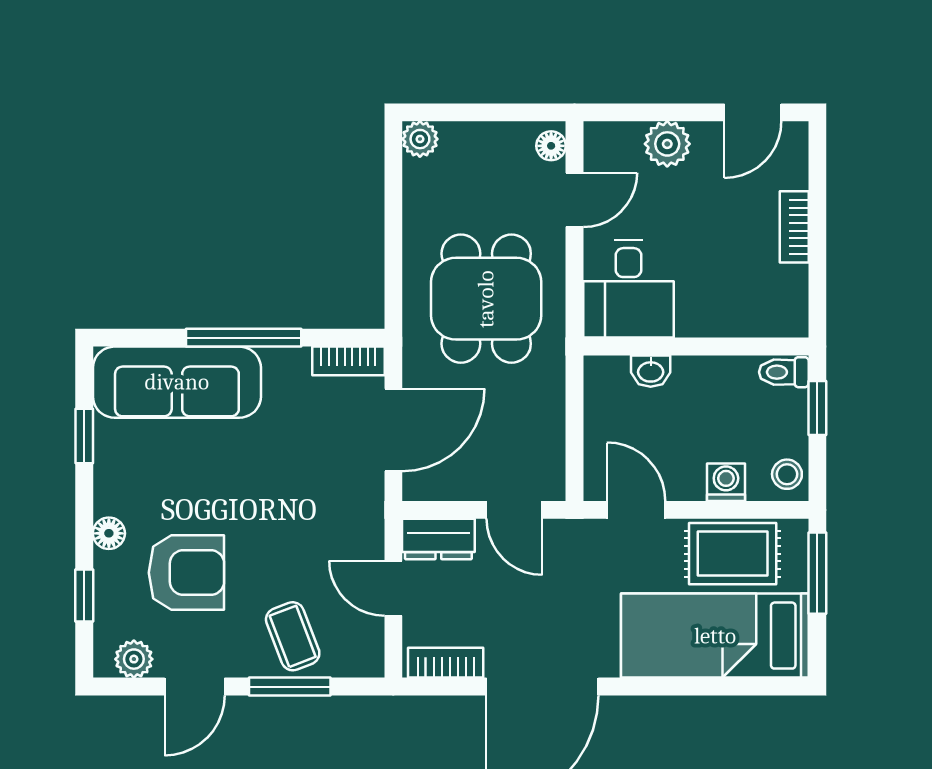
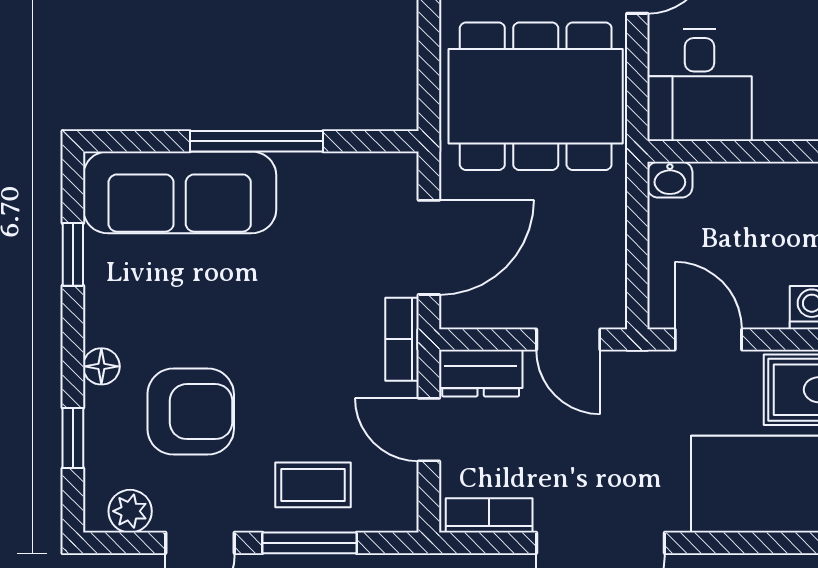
dining table: (486, 299) -> (536, 96), width x1.38
bookcase: (348, 361) -> (402, 339), moved, turned 90
washbasin: (651, 371) -> (670, 180), moved
coffee table: (293, 636) -> (313, 485), turned -69

